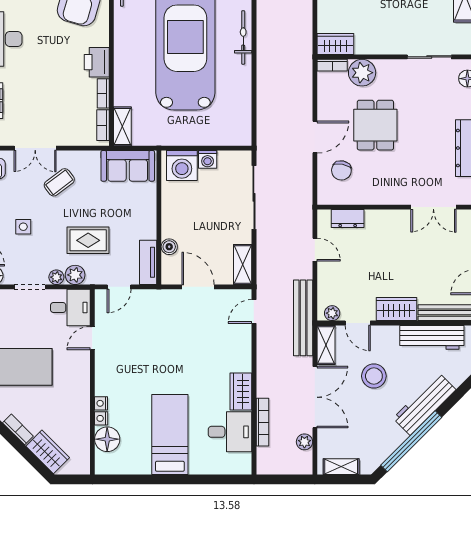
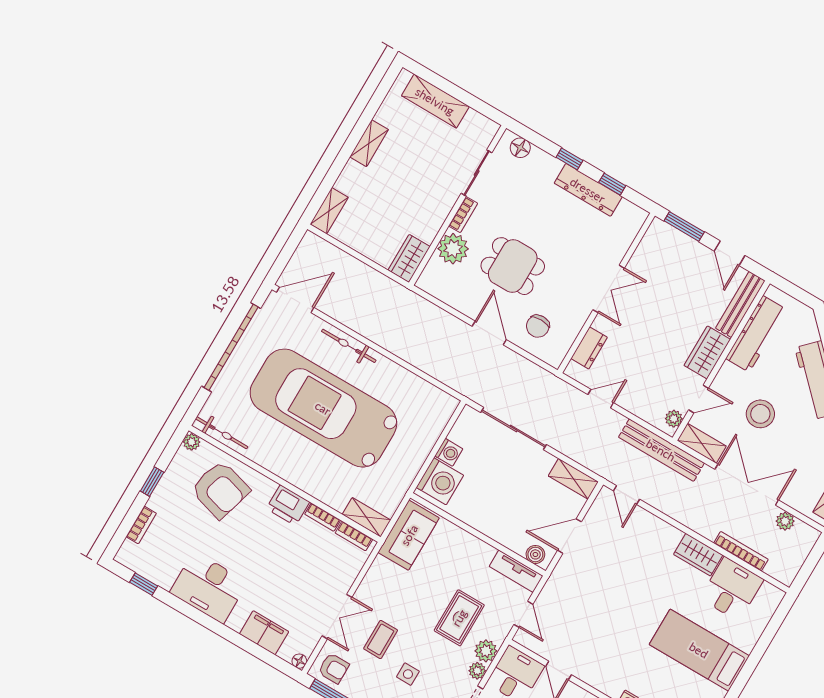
bookcase: (332, 65) -> (463, 215), moved
chair: (341, 170) -> (538, 326), turned 79
coffee table: (59, 182) -> (381, 639), moved, turned 37
double door: (433, 207) -> (609, 289), moved
boiler: (169, 247) -> (535, 554), moved

